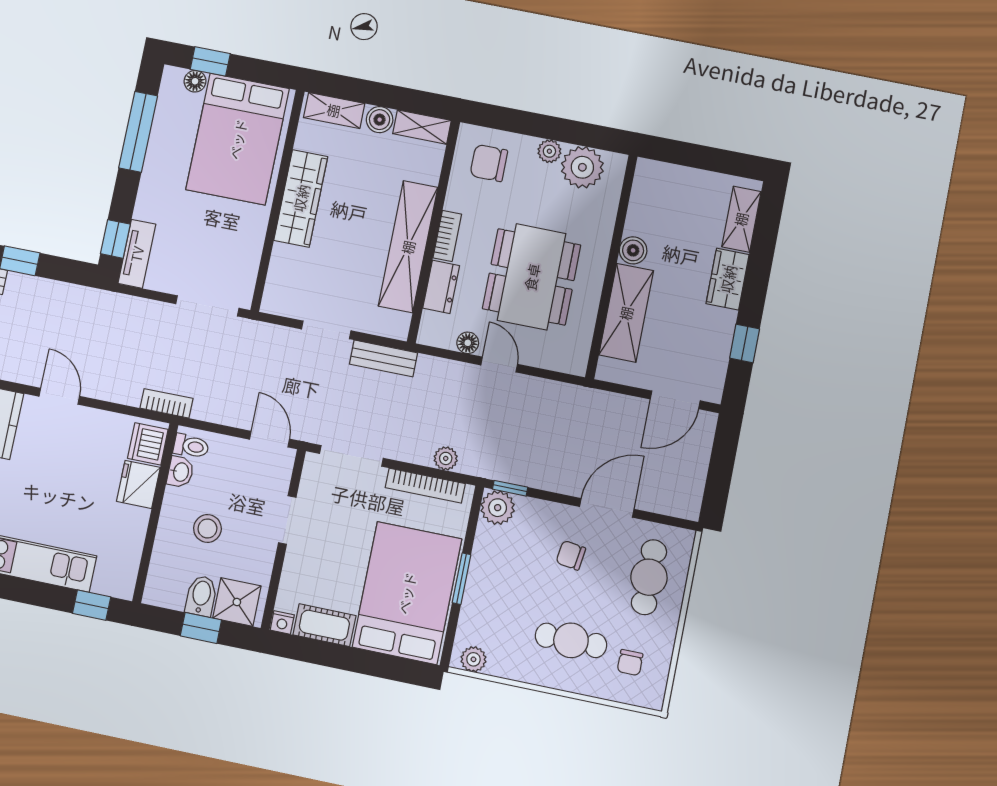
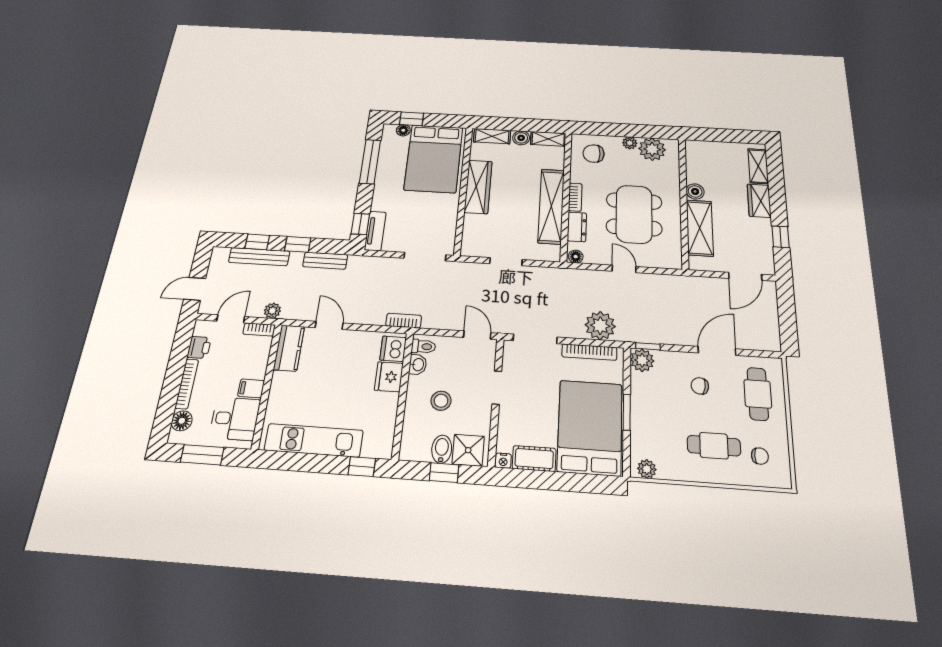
floor lamp: (468, 343) -> (576, 257), moved
bench: (383, 358) -> (325, 261), moved
plant: (446, 458) -> (600, 326), width x1.87, depth x1.87
chair: (630, 663) -> (760, 456), turned -90

